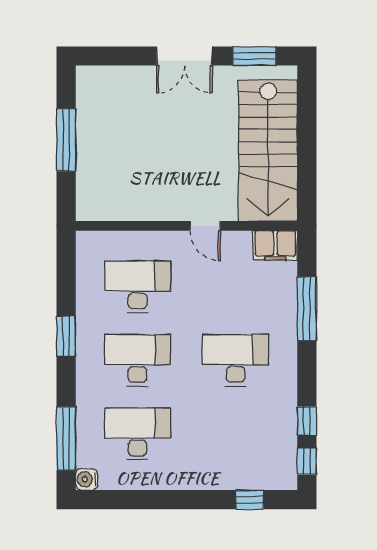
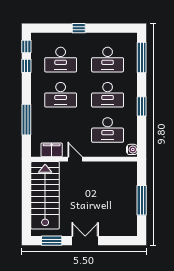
filing cabinet: (275, 245) -> (52, 150), moved
desk: (236, 434) -> (61, 60), added
water cooler: (87, 479) -> (132, 149), moved
window: (250, 500) -> (79, 28), moved

